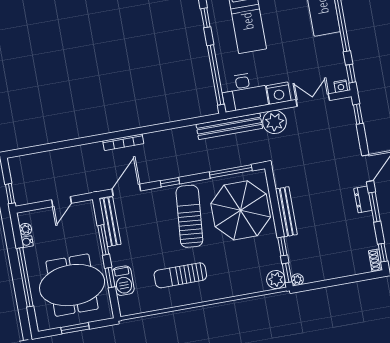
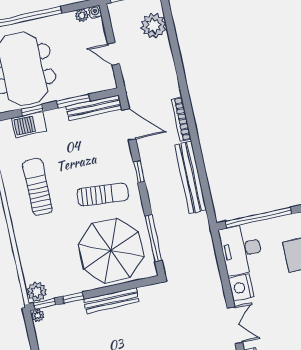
plant: (275, 122) -> (154, 26), moved
bench: (229, 126) -> (190, 177), moved
sun lounger: (189, 216) -> (103, 195), width x0.73, depth x0.75
water cooler: (27, 242) -> (95, 12), moved

